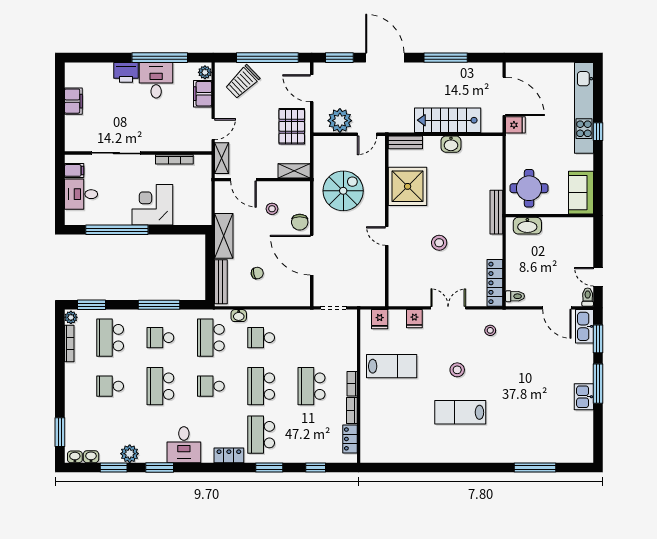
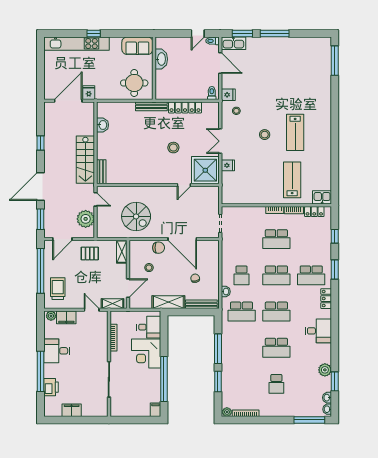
window: (160, 58) -> (40, 371), moved
window: (446, 58) -> (40, 143), width x0.46
printer: (126, 72) -> (51, 387), moved
trolley: (243, 82) -> (58, 289), turned -136
stairs: (448, 120) -> (85, 160), moved
pallet: (292, 126) -> (90, 253), width x0.67, depth x0.71
washbasin: (451, 144) -> (103, 125), moved
filing cabinet: (74, 170) -> (155, 410), moved
shower: (408, 186) -> (205, 170), moved
spiral stairs: (343, 191) -> (136, 216), turned 180
desk: (81, 194) -> (149, 327), moved, turned -90
washbasin: (527, 226) -> (161, 59), moved
door: (387, 236) -> (184, 185), moved
door: (312, 255) -> (182, 239), hinge flipped
locker: (495, 283) -> (185, 108), moved
window: (91, 305) -> (218, 381), moved
door: (557, 308) -> (220, 63), hinge flipped
fridge: (380, 319) -> (228, 95), moved
school desk: (110, 338) -> (242, 384), removed
school desk: (160, 338) -> (242, 348), removed
lab bench: (392, 366) -> (292, 180), moved
school desk: (211, 386) -> (276, 312), width x1.85
kitchen sink: (584, 397) -> (322, 197), moved, turned 180
window: (60, 432) -> (309, 420), width x1.44
window: (160, 468) -> (335, 348), removed
window: (535, 468) -> (335, 61), moved

